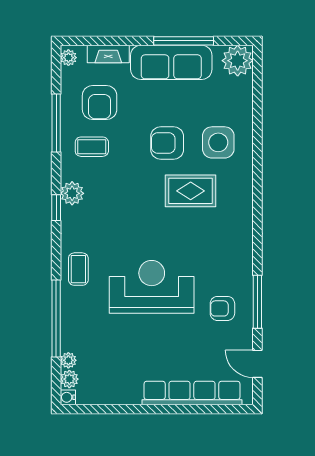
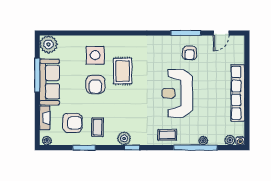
window: (56, 123) -> (84, 148), width x0.69
plant: (68, 360) -> (203, 141), moved
row of seats: (192, 393) -> (238, 93), moved

